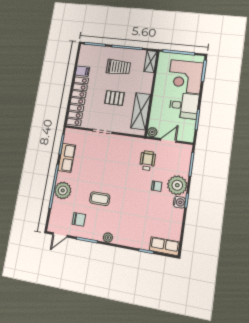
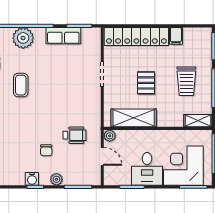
plant: (177, 185) -> (56, 179), width x0.53, depth x0.53

